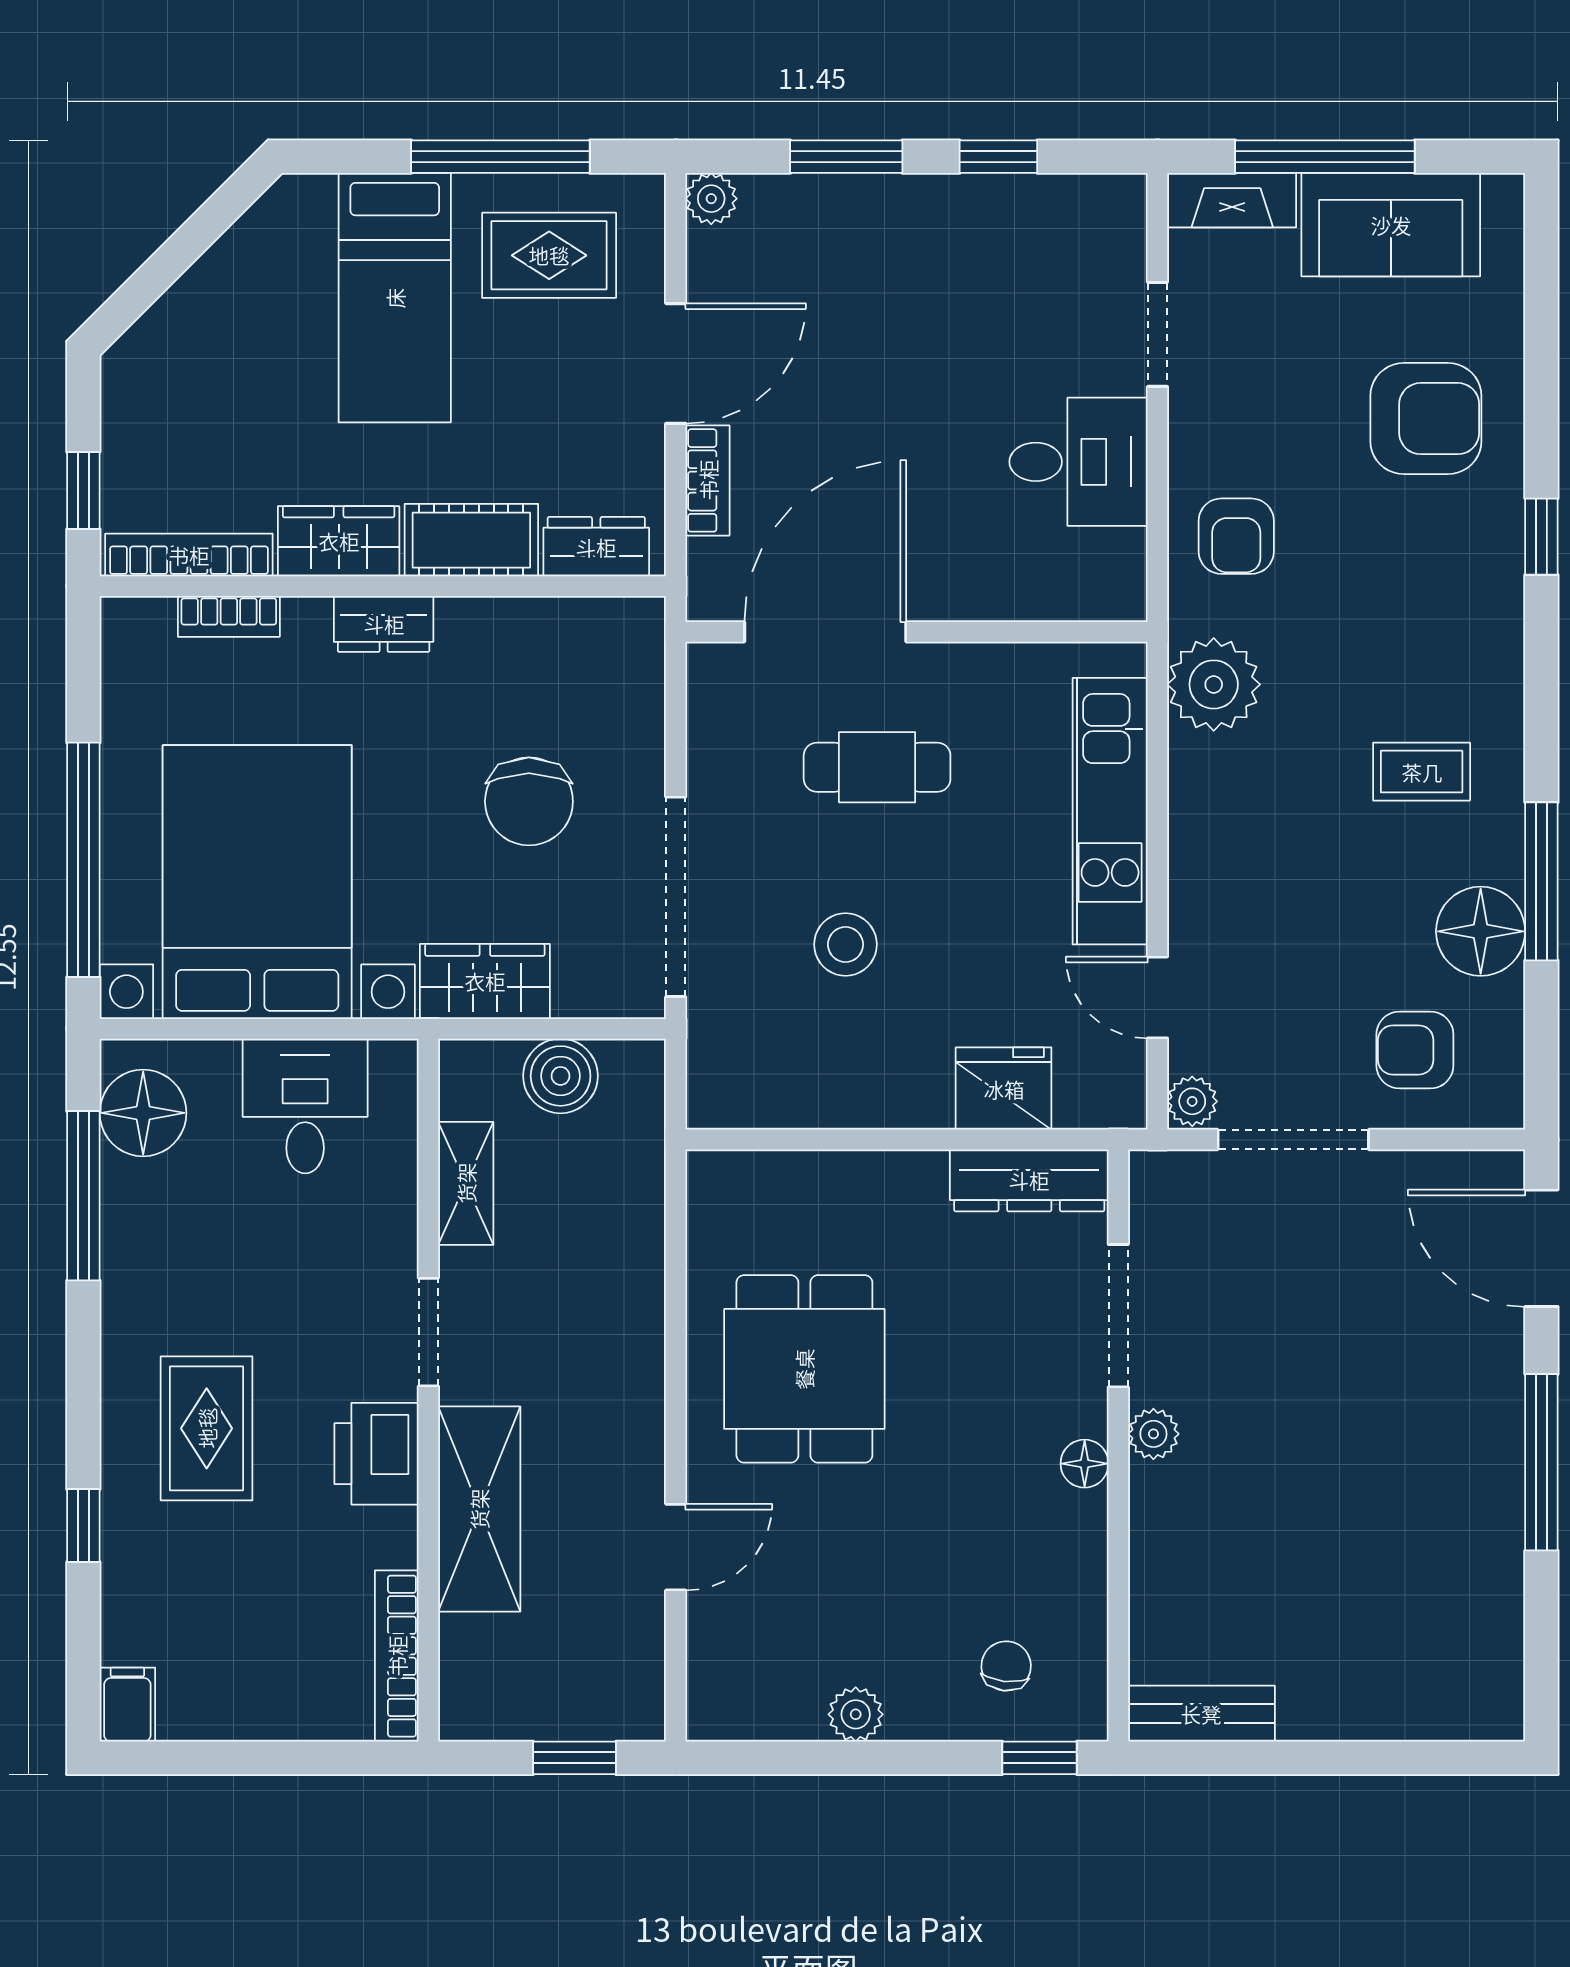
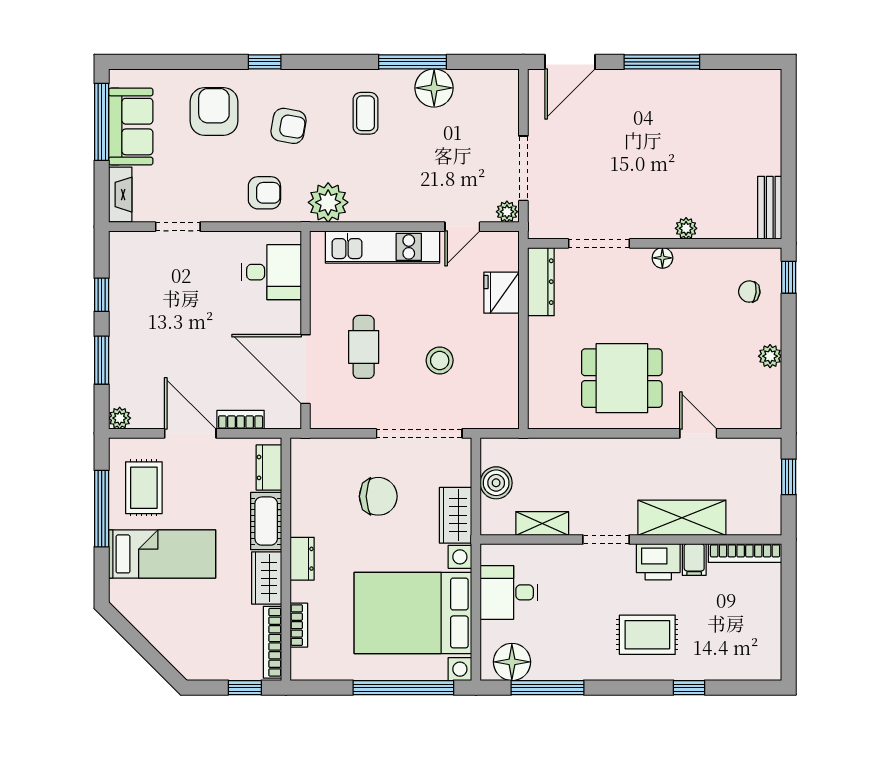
window: (1325, 157) -> (102, 122), moved
desk: (1079, 462) -> (272, 272), moved, turned 90
armchair: (1415, 1050) -> (289, 126), moved, turned -80
plant: (1153, 1434) -> (686, 228), moved
filing cabinet: (127, 1705) -> (694, 560), moved, turned -90

